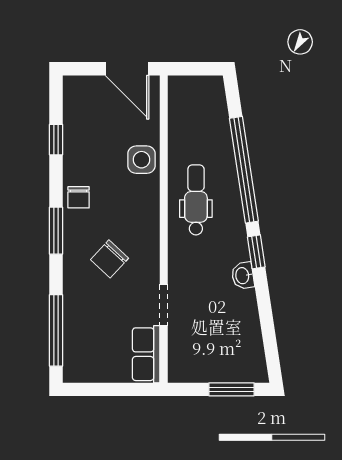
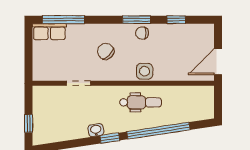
side table: (142, 160) -> (145, 71), moved
window: (56, 231) -> (137, 20), moved
row of seats: (146, 354) -> (49, 32), moved, turned 180
window: (231, 389) -> (29, 123), width x0.67

